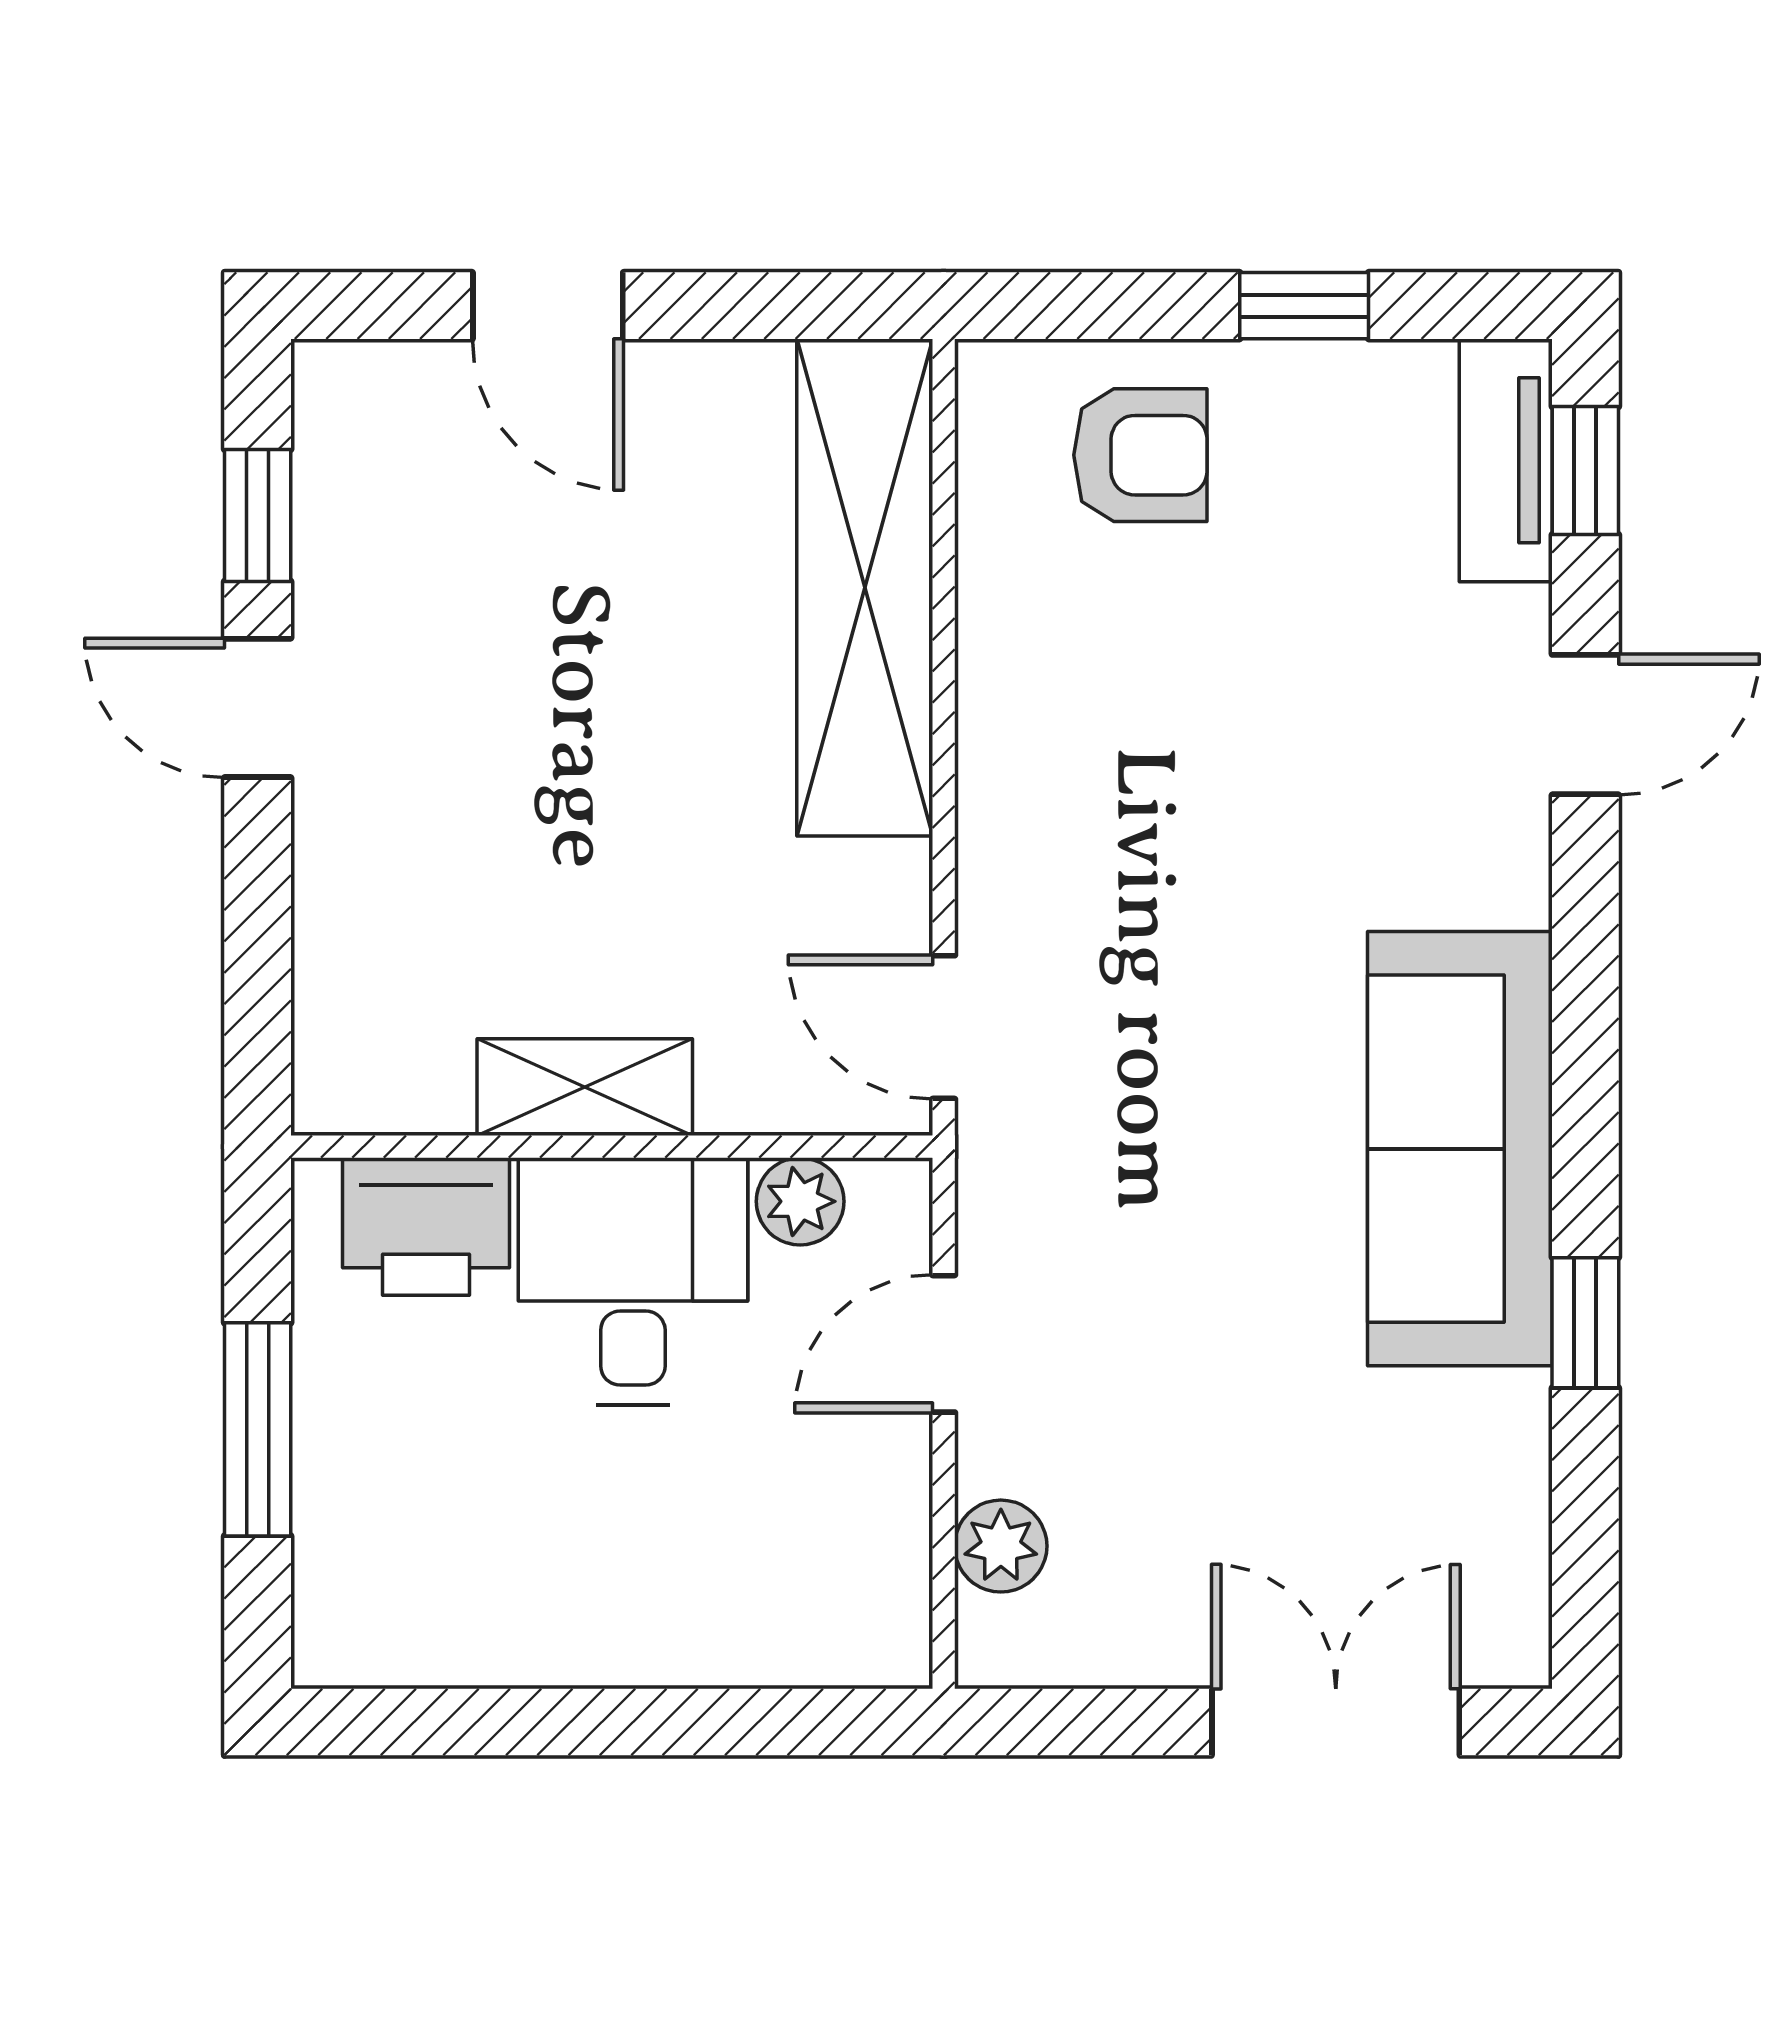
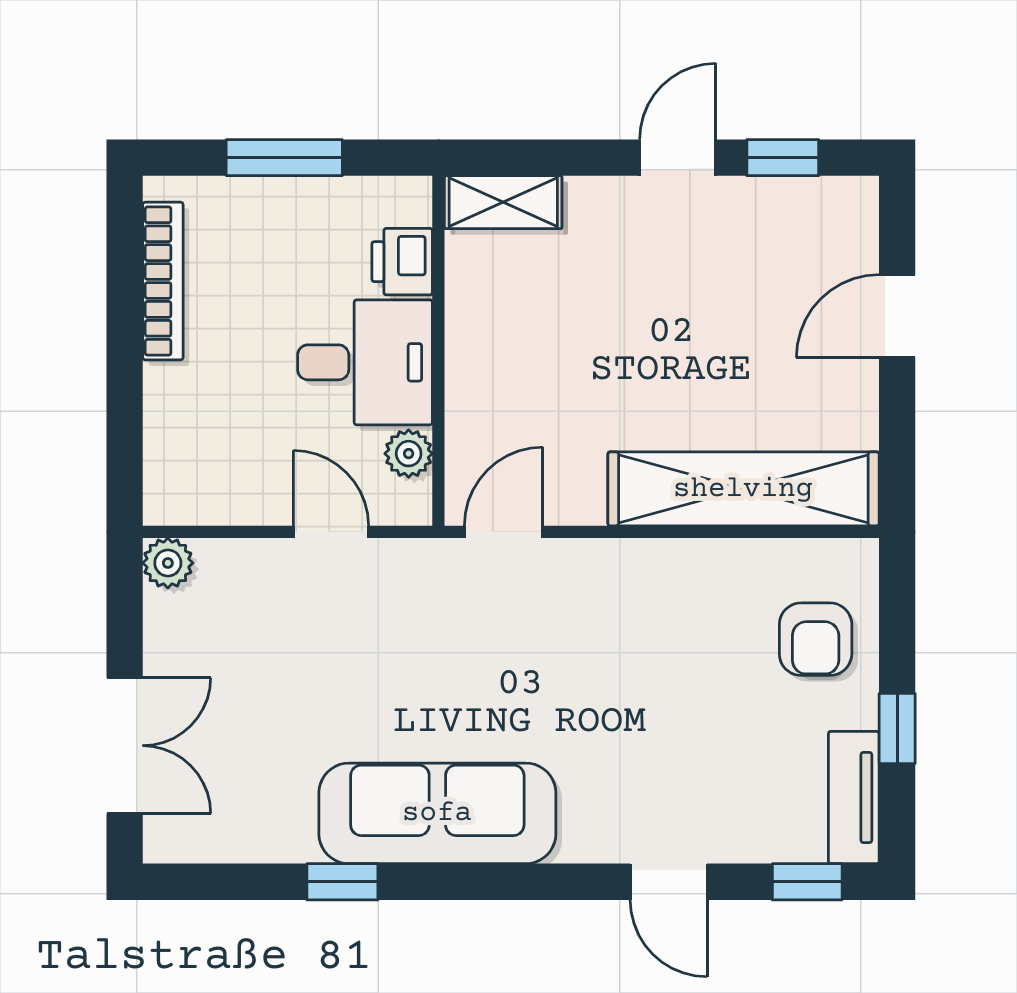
tv unit: (1506, 460) -> (854, 797), moved, turned -90
shelving: (585, 1087) -> (503, 202), moved, turned 90
printer: (426, 1227) -> (402, 262), width x0.73, depth x0.81
plant: (1001, 1546) -> (168, 563), moved
bookcase: (484, 1652) -> (163, 281), added

